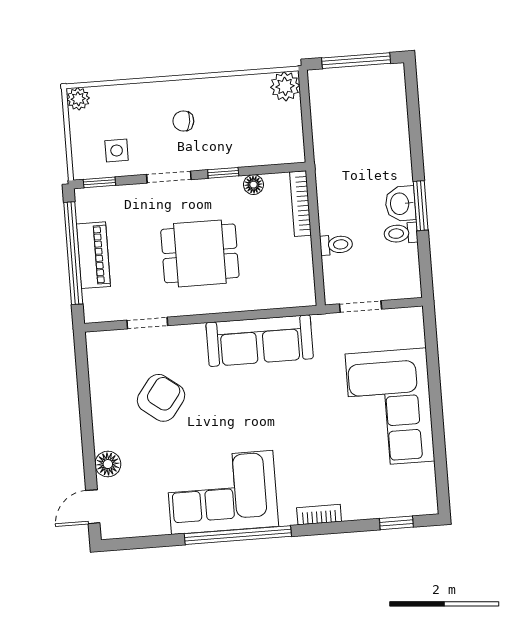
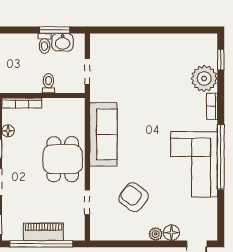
washbasin: (400, 204) -> (63, 42), moved
window: (421, 206) -> (55, 30), moved
dining table: (200, 253) -> (63, 159), moved
corner sofa: (390, 407) -> (150, 58), removed
plant: (104, 438) -> (156, 234), added
plant: (364, 498) -> (204, 78), added

